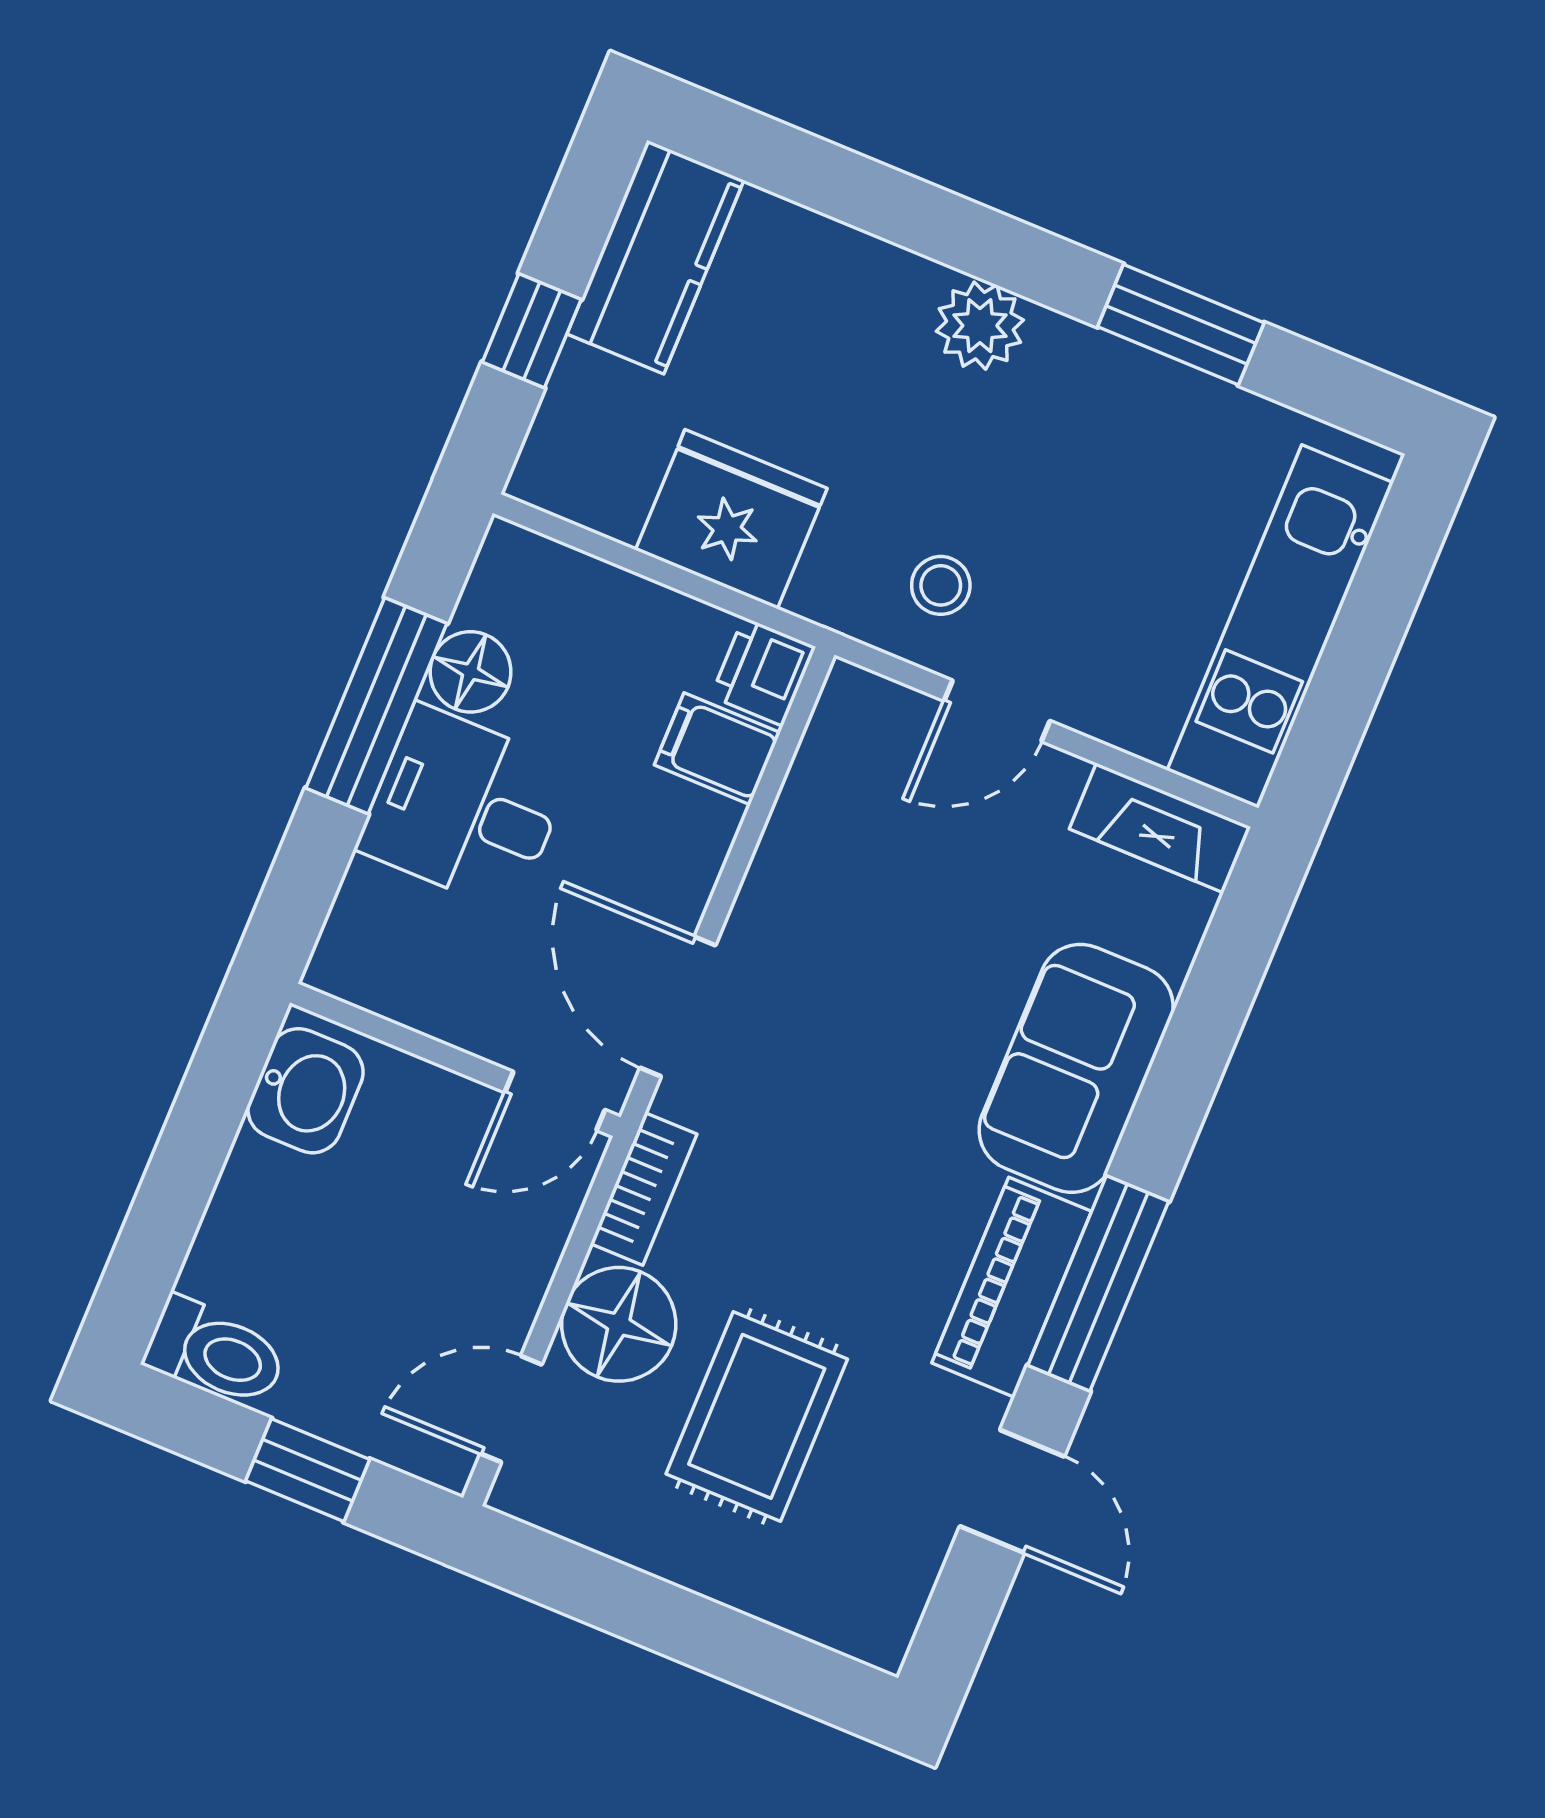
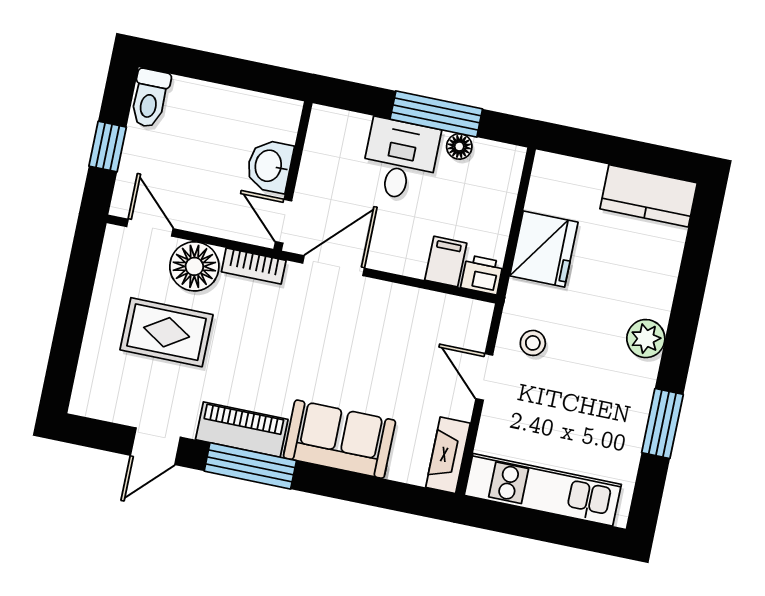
window: (532, 331) -> (607, 149), removed
floor lamp: (470, 672) -> (459, 146), width x0.73, depth x0.73
washbasin: (305, 1091) -> (269, 166), moved, turned 90

